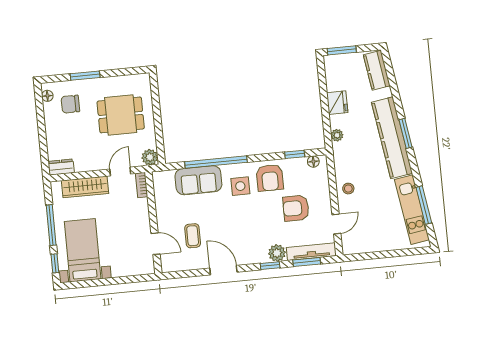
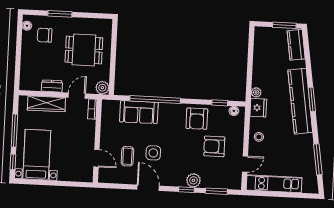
window: (342, 50) -> (284, 25), moved
fridge: (337, 103) -> (258, 108), moved
dresser: (61, 167) -> (52, 86), moved
side table: (240, 186) -> (153, 153), moved
kitchen unit: (412, 210) -> (274, 184), moved, turned 99
tv unit: (311, 252) -> (221, 183), removed

